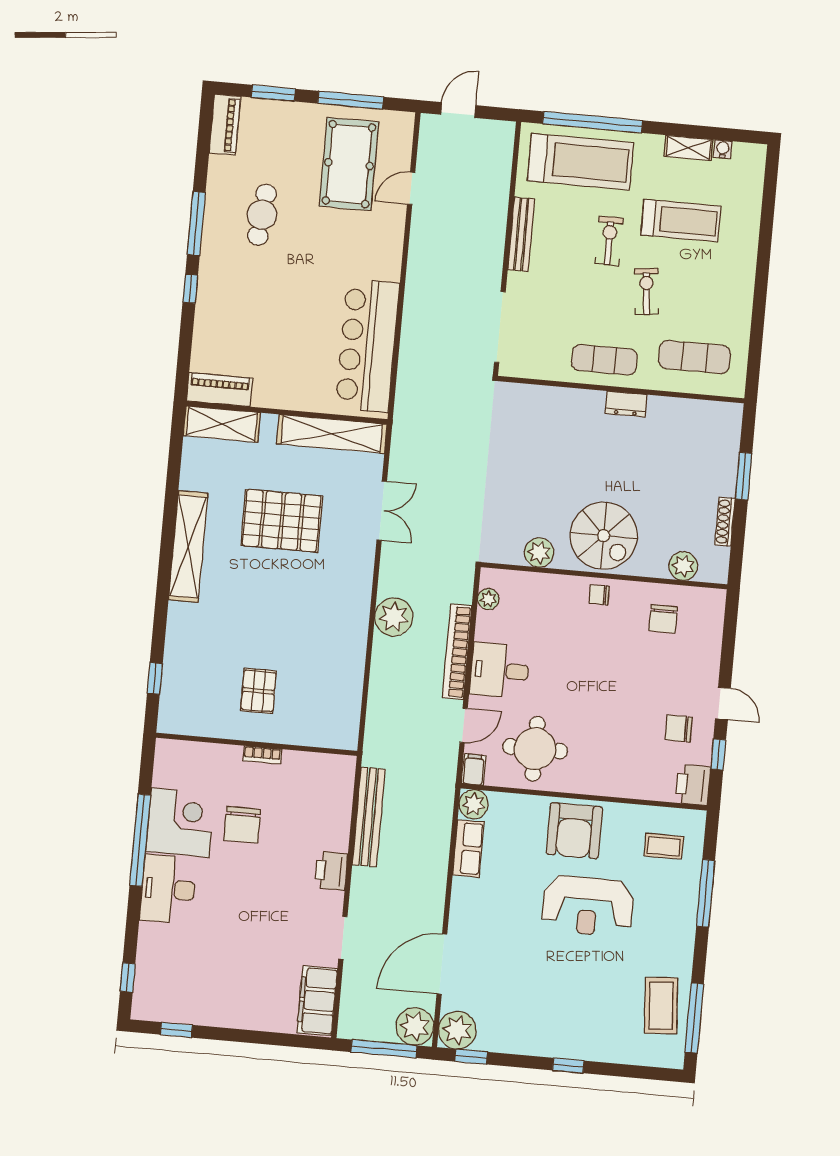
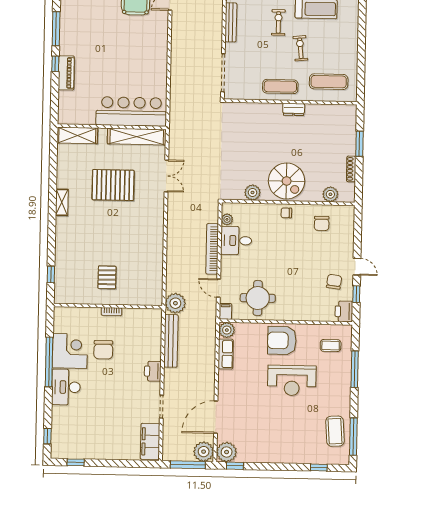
cafe table: (262, 215) -> (91, 21), removed
bar counter: (368, 346) -> (131, 111), moved, turned 90
piano: (220, 389) -> (66, 73), moved, turned 90
shelving: (188, 546) -> (62, 202), width x0.45, depth x0.75
plant: (394, 617) -> (175, 303), moved
desk: (500, 670) -> (236, 241), moved
door: (464, 725) -> (218, 288), swing flipped
chair: (679, 728) -> (334, 282), turned 97
armchair: (574, 831) -> (282, 340), turned 90
window: (568, 1066) -> (319, 468), moved

